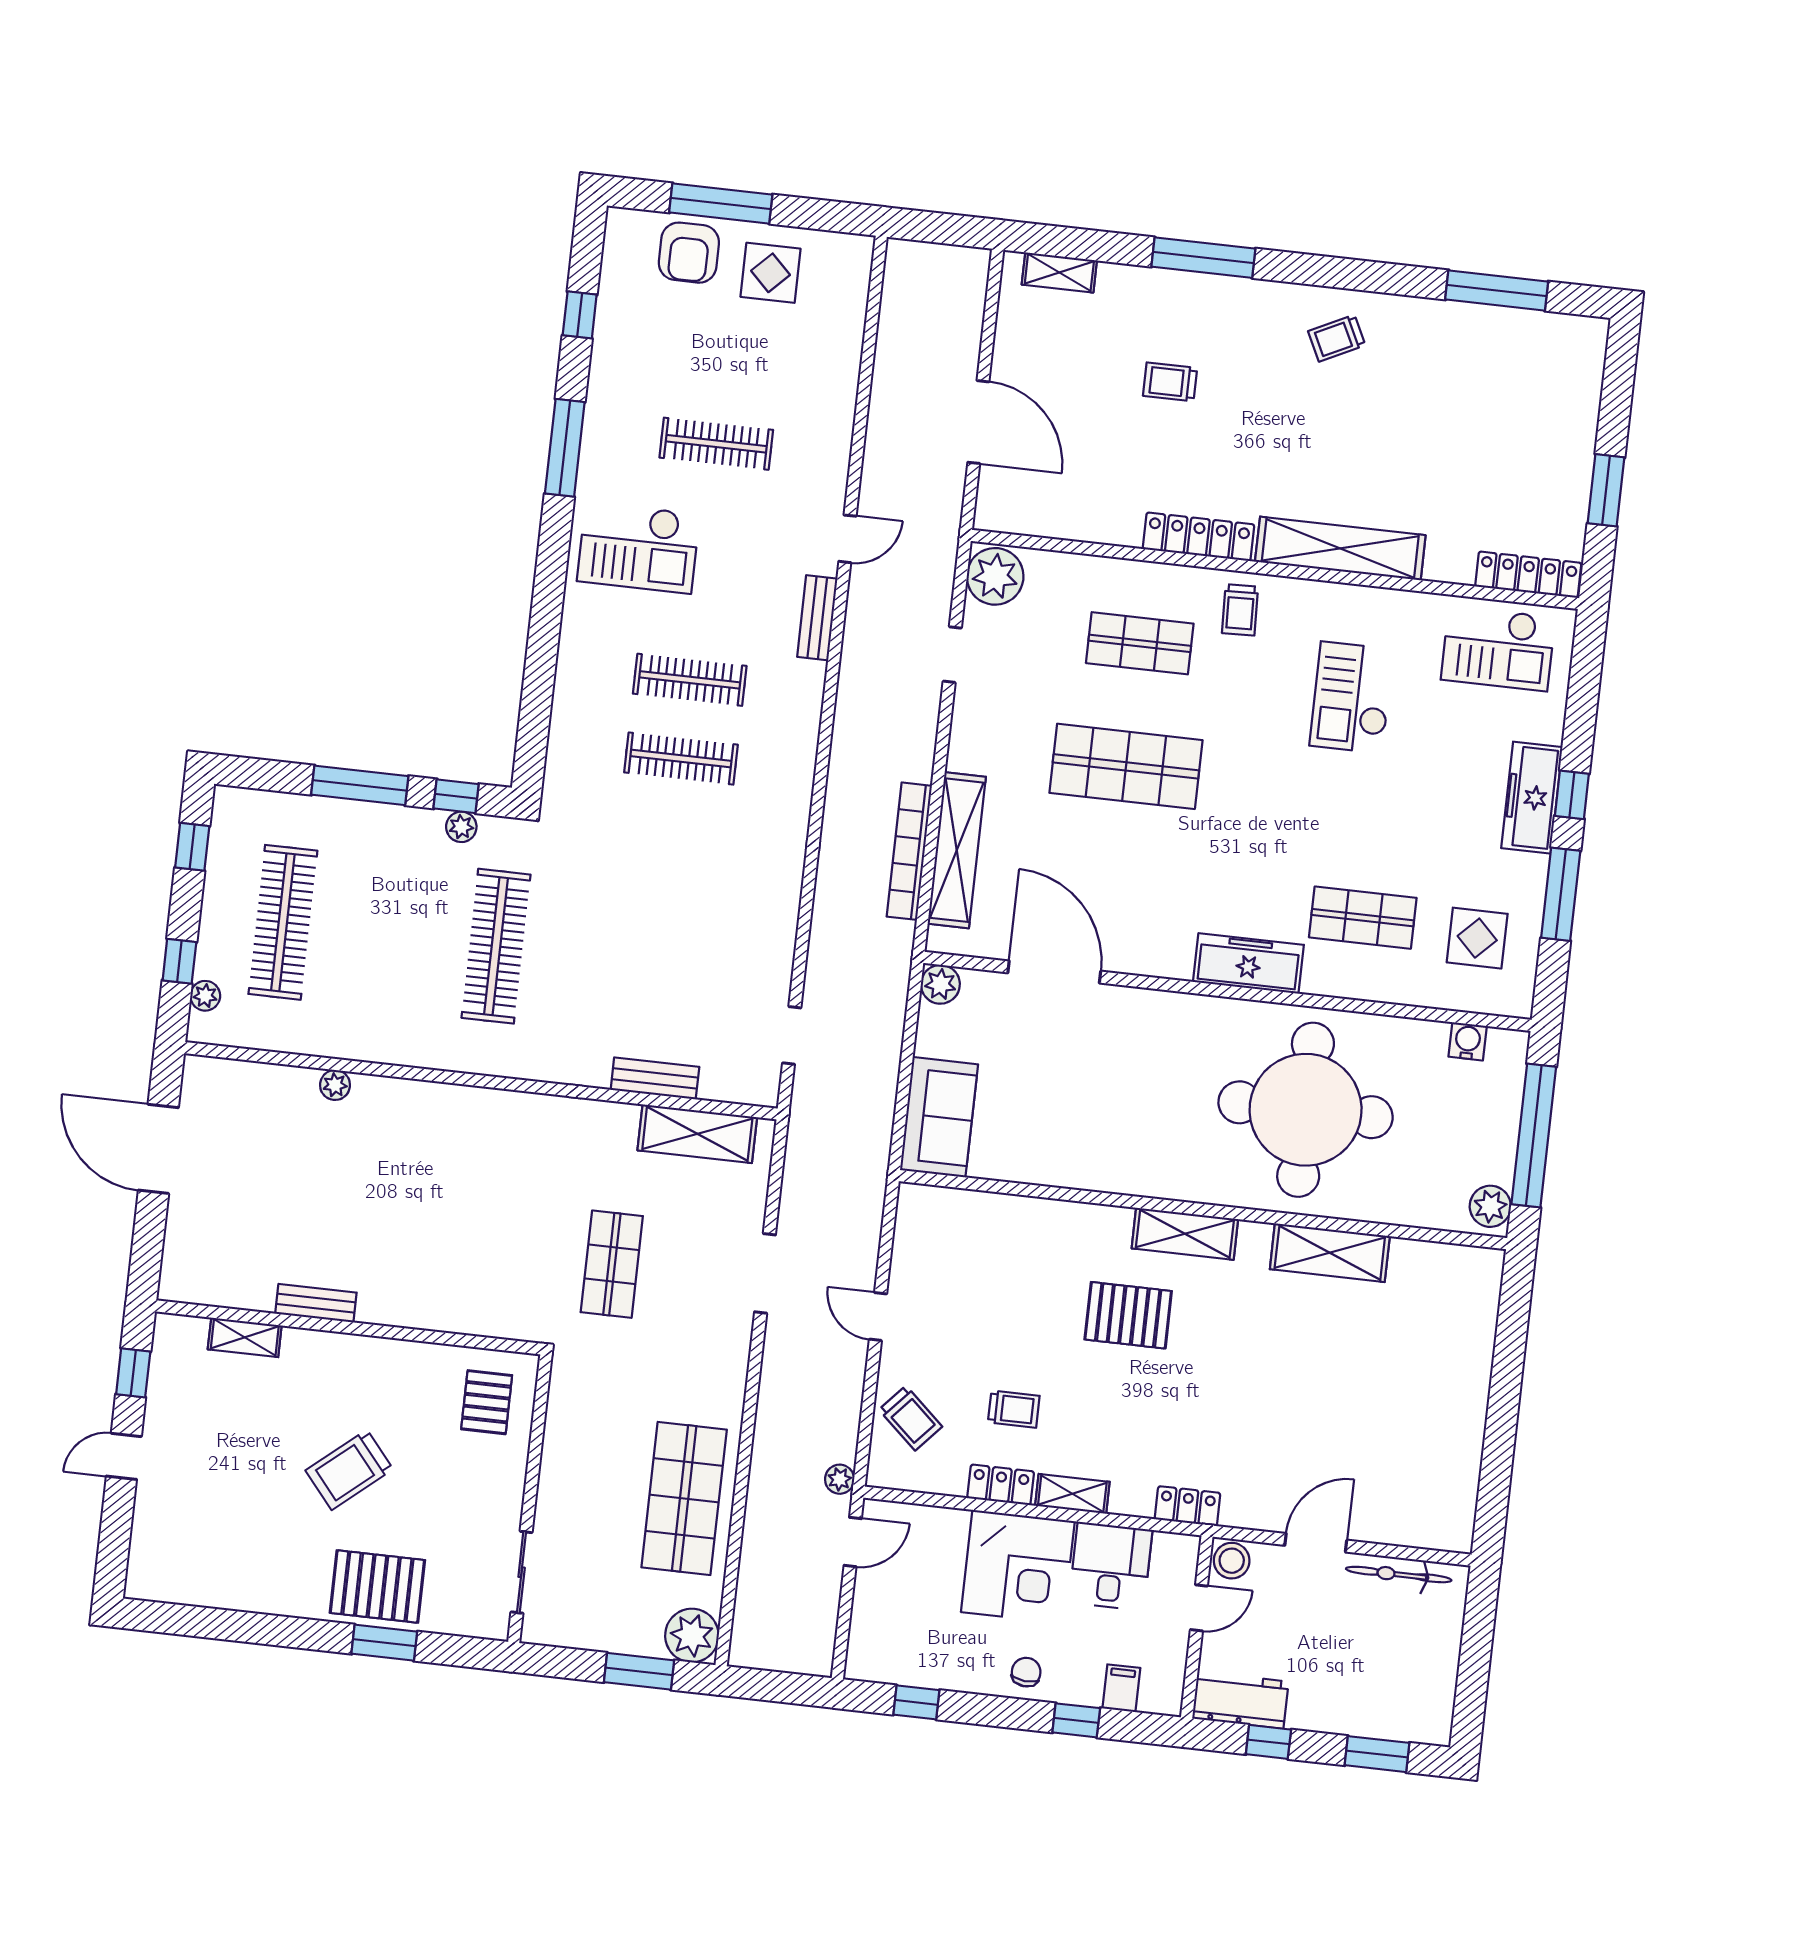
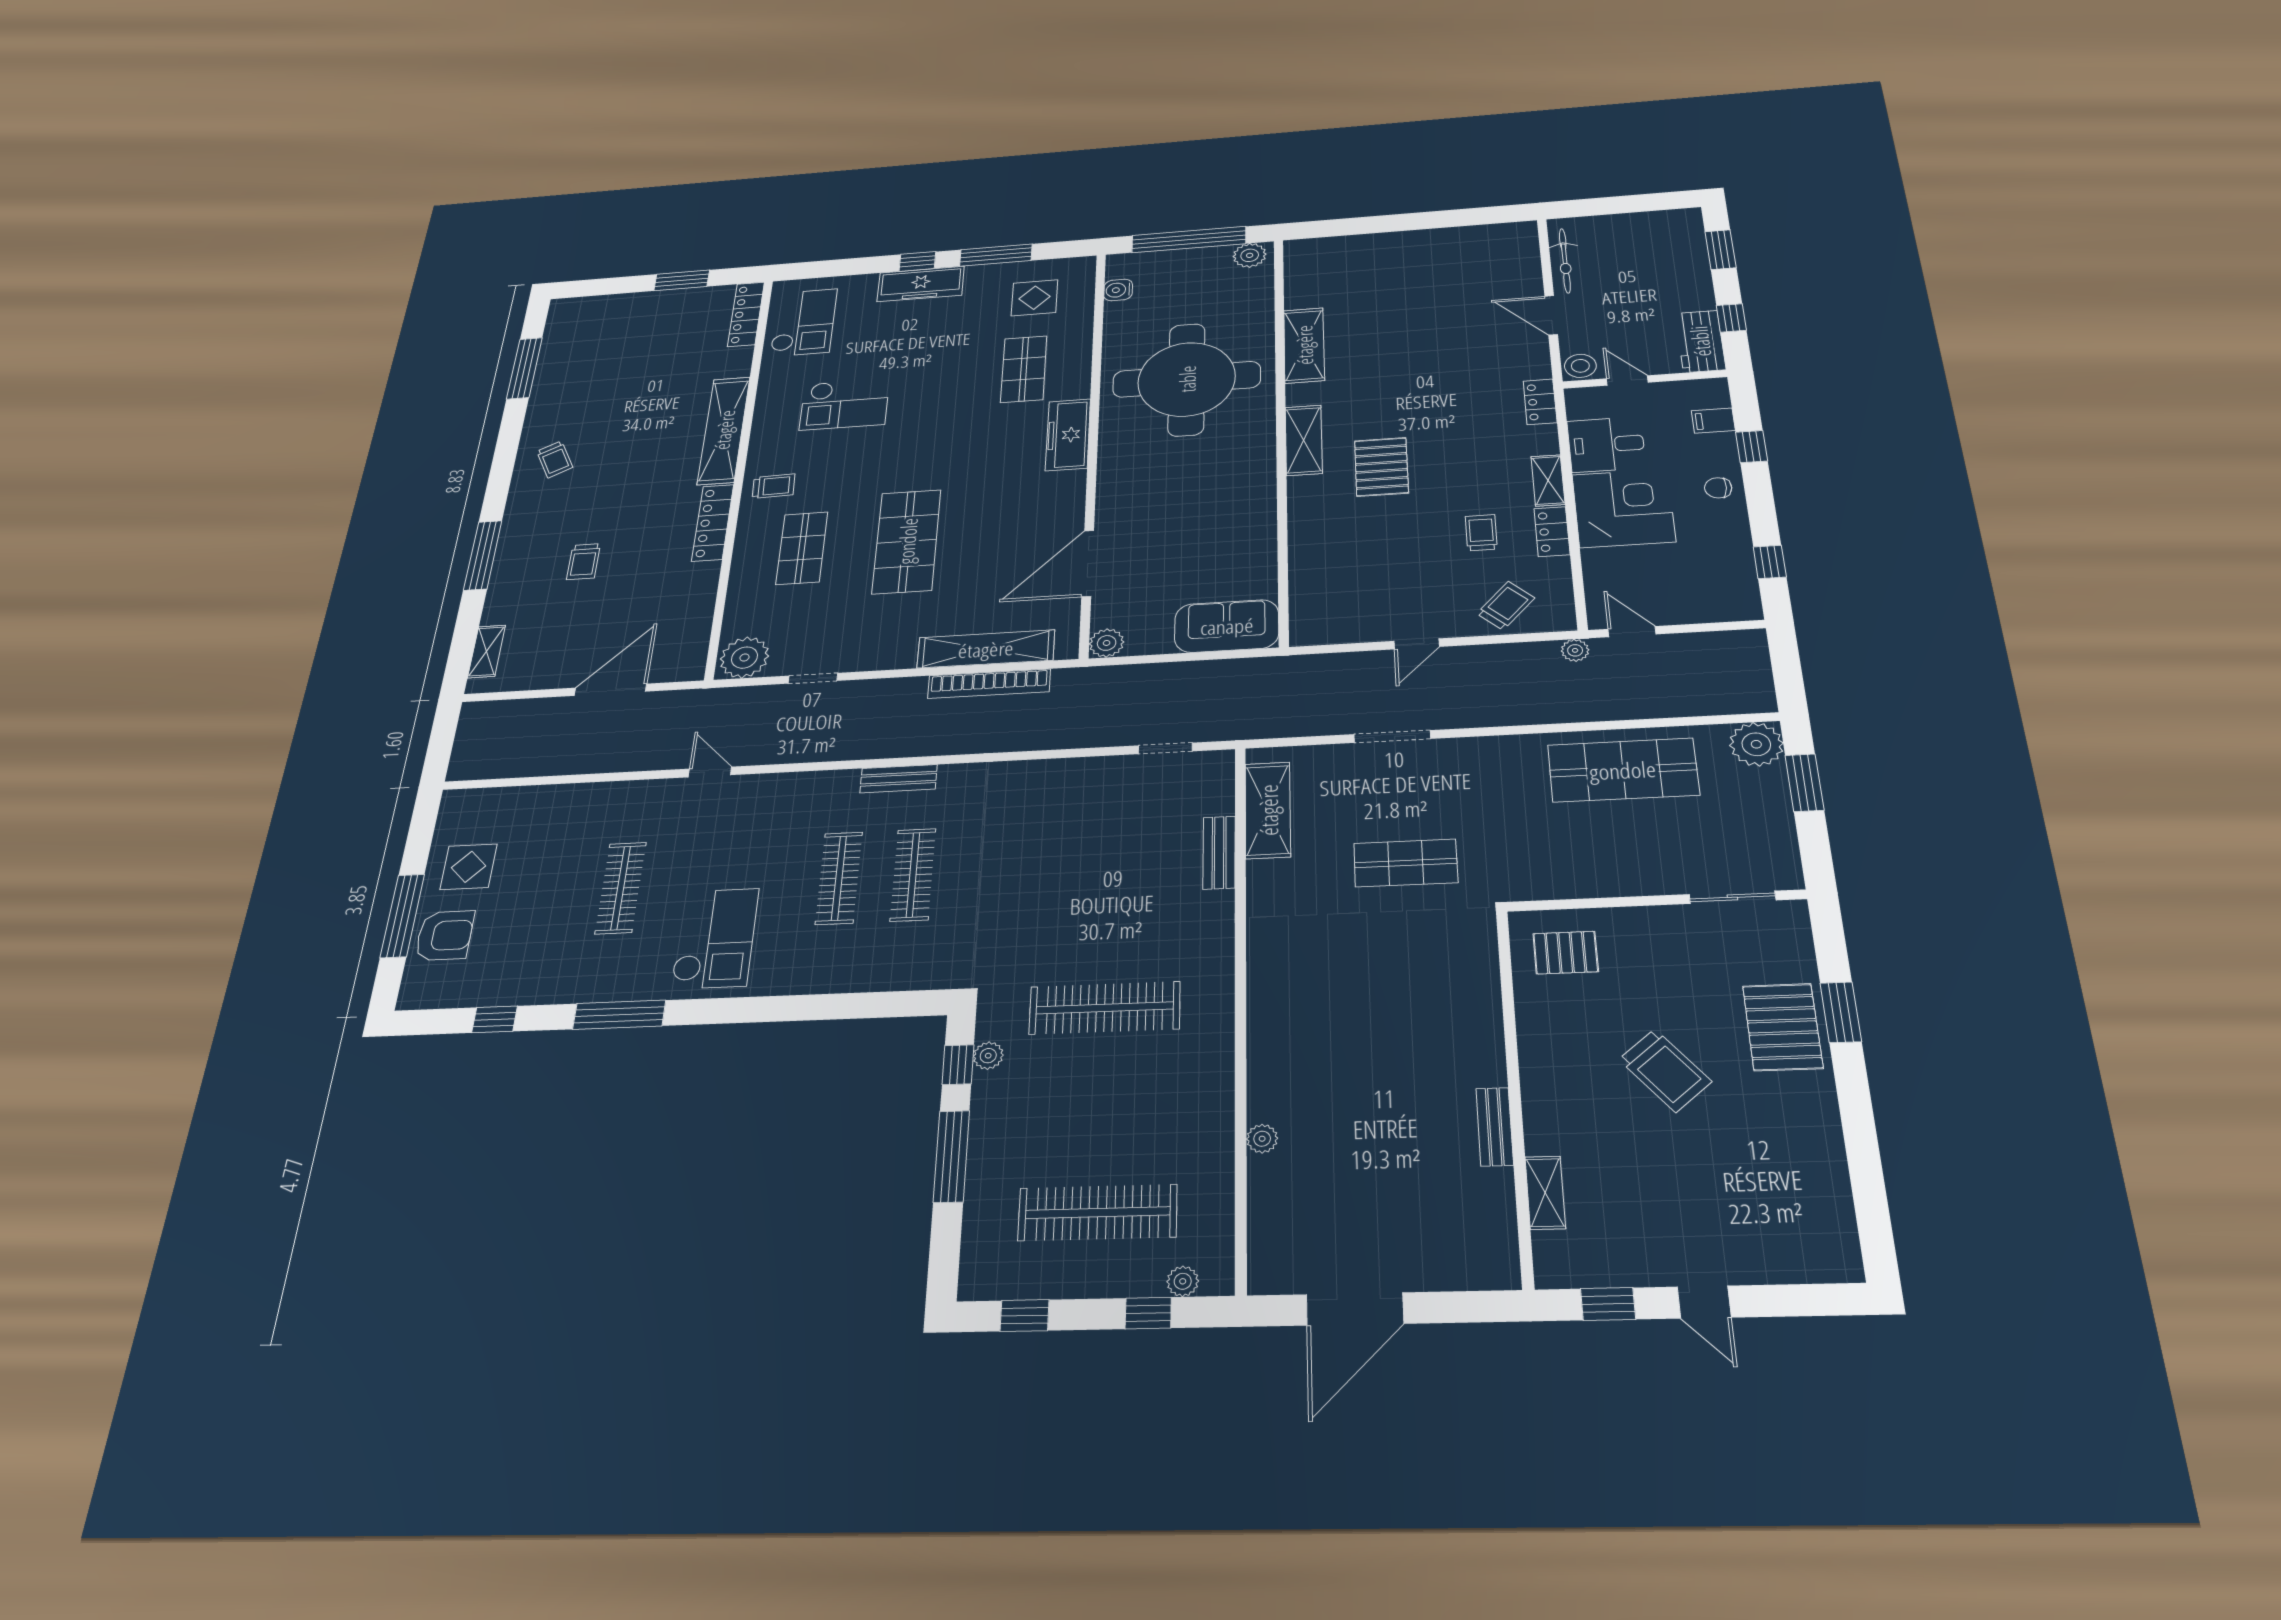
bench: (817, 618) -> (899, 779), moved

